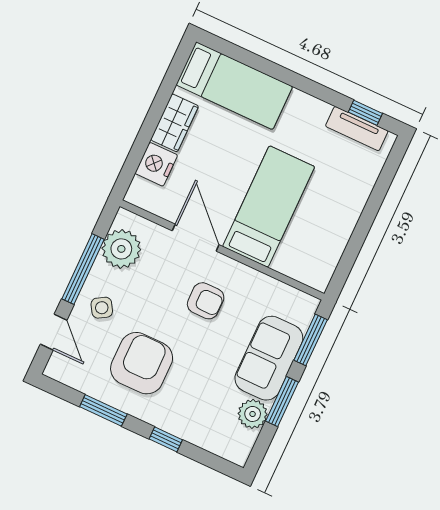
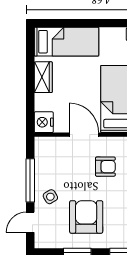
nightstand: (156, 164) -> (44, 122), moved
plant: (121, 249) -> (46, 160), removed
door: (54, 332) -> (30, 222), swing flipped

